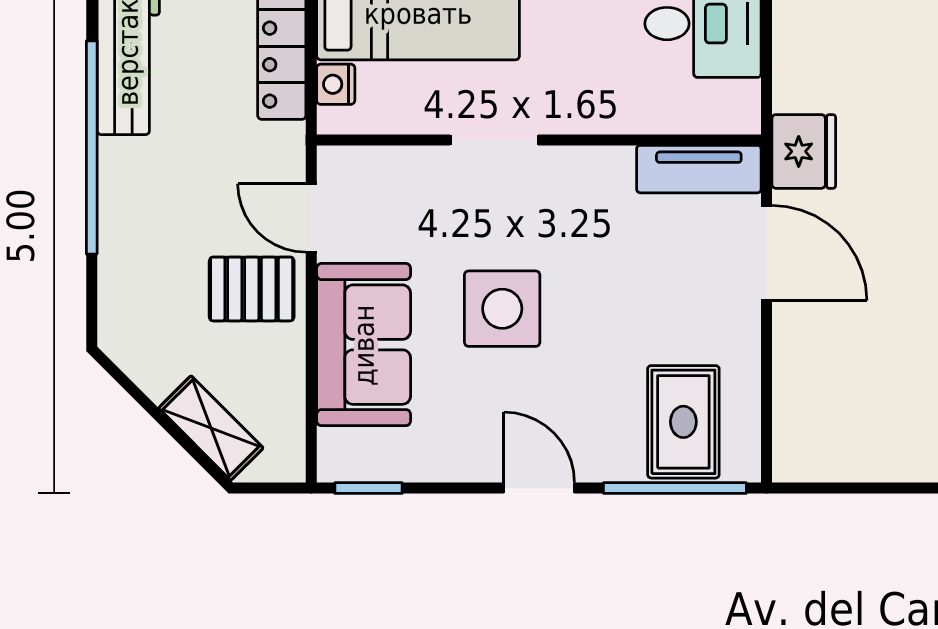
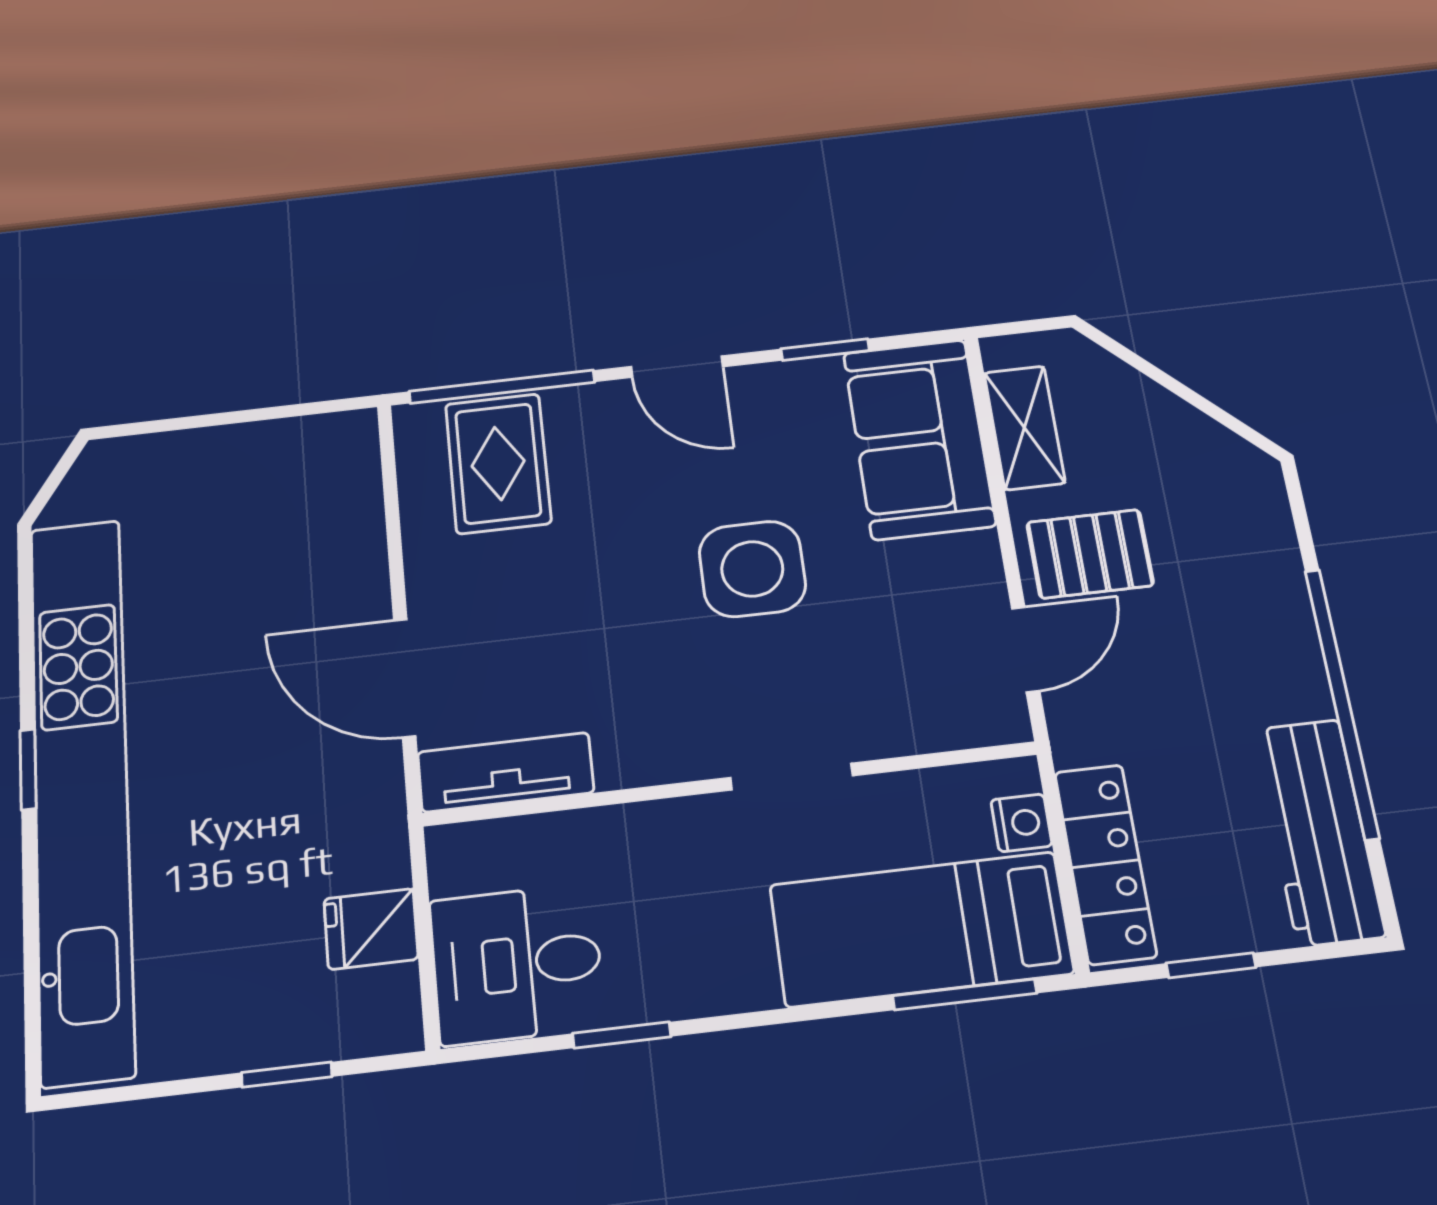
fridge: (804, 151) -> (371, 929), moved, width x0.72
door: (311, 218) -> (1026, 649), hinge flipped
sofa: (364, 345) -> (919, 439), moved
shelving: (211, 428) -> (1024, 428), moved, turned 45
window: (369, 488) -> (825, 350), moved

